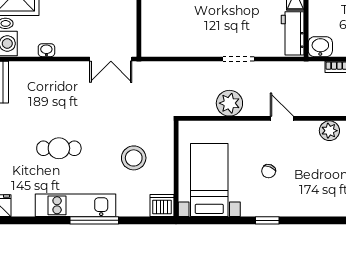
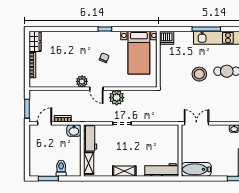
plant: (229, 103) -> (117, 98), moved
plant: (329, 131) -> (82, 81), moved
stool: (134, 158) -> (199, 74), moved

